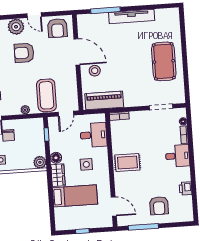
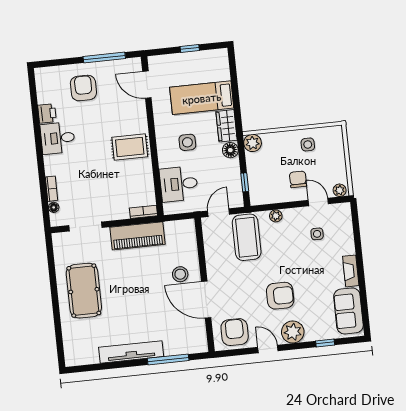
piano: (104, 100) -> (137, 236), moved
desk: (178, 156) -> (58, 138), moved

